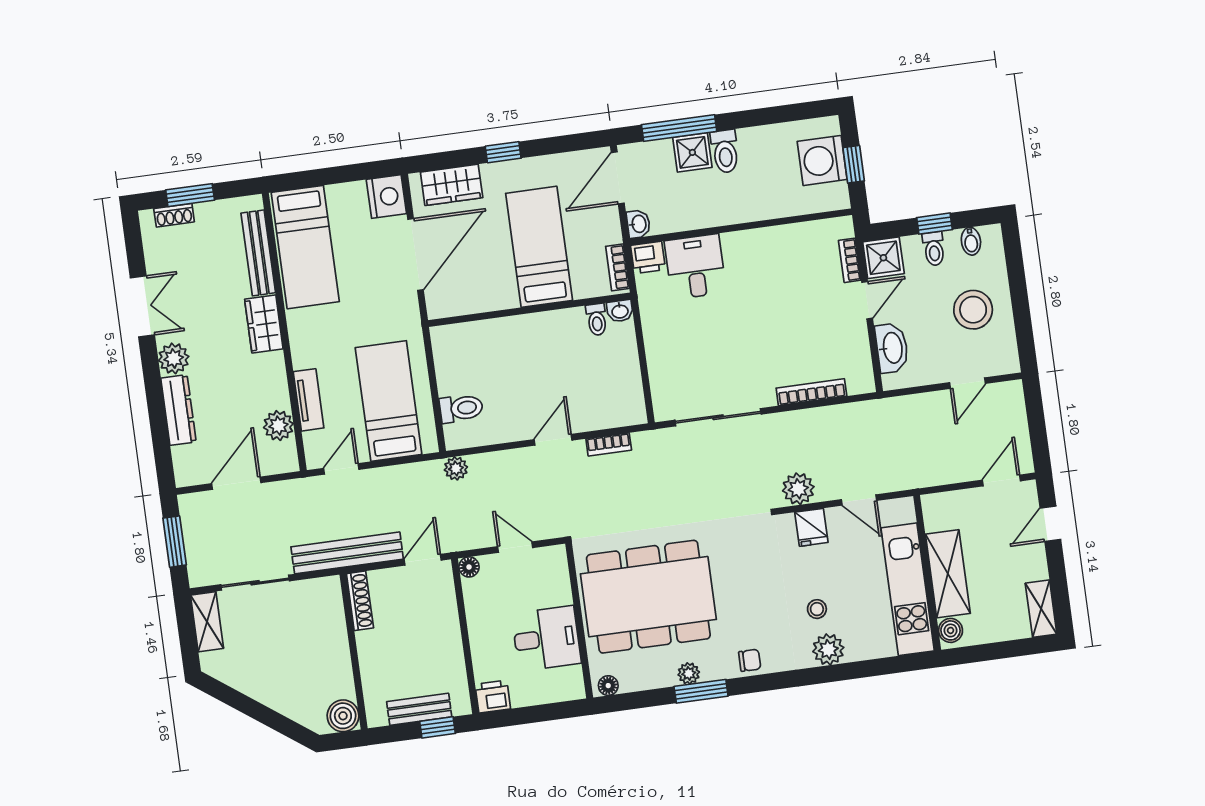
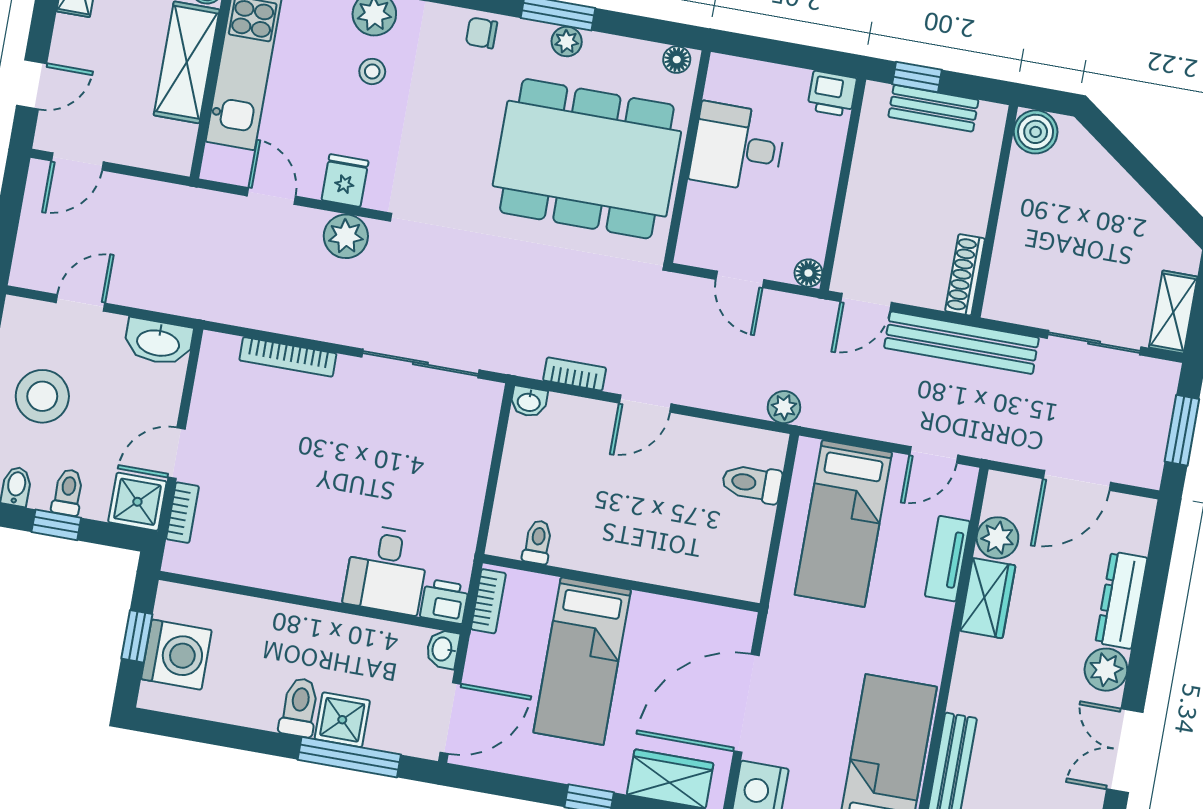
washbasin: (620, 311) -> (529, 402), moved, turned 180
wardrobe: (264, 324) -> (988, 598), moved
washbasin: (892, 348) -> (158, 342), moved, turned -90

